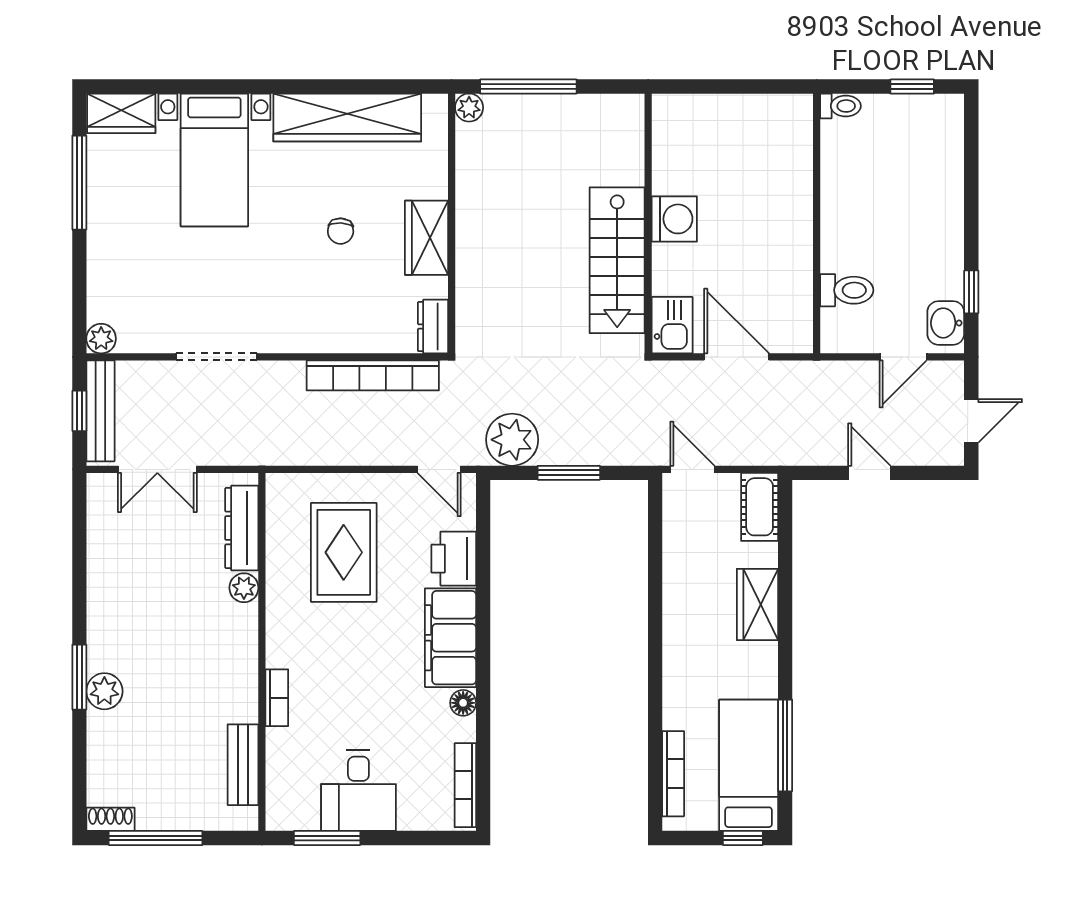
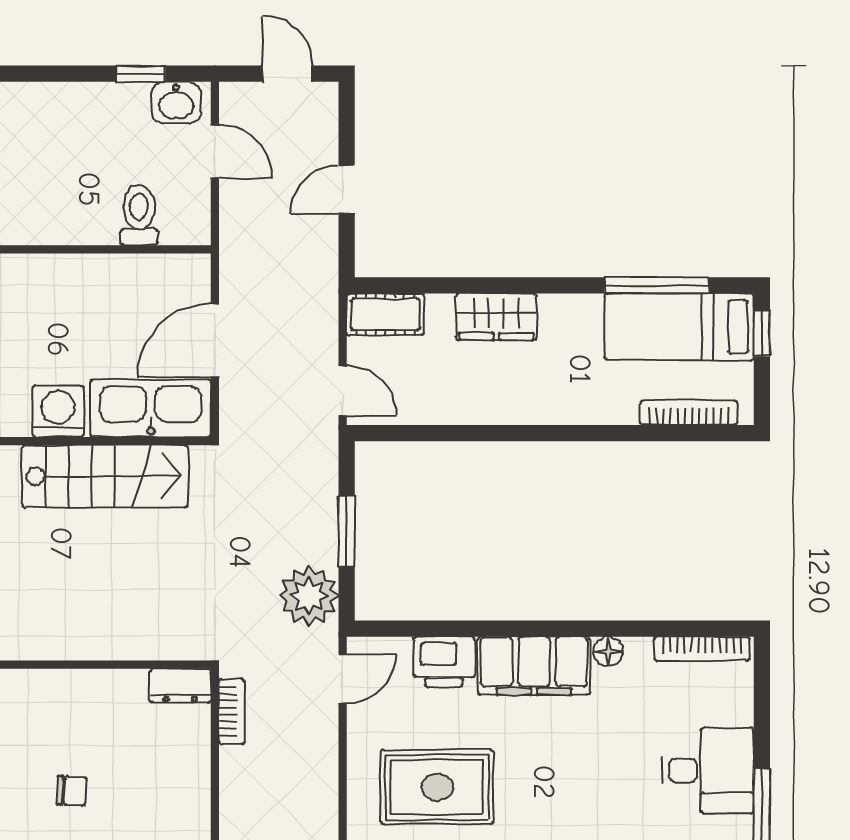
wardrobe: (426, 238) -> (79, 693), removed
kitchen sink: (672, 325) -> (151, 408), width x1.87, depth x1.24
bookcase: (373, 375) -> (232, 711), width x0.43, depth x0.76
door: (692, 469) -> (343, 391), swing flipped

